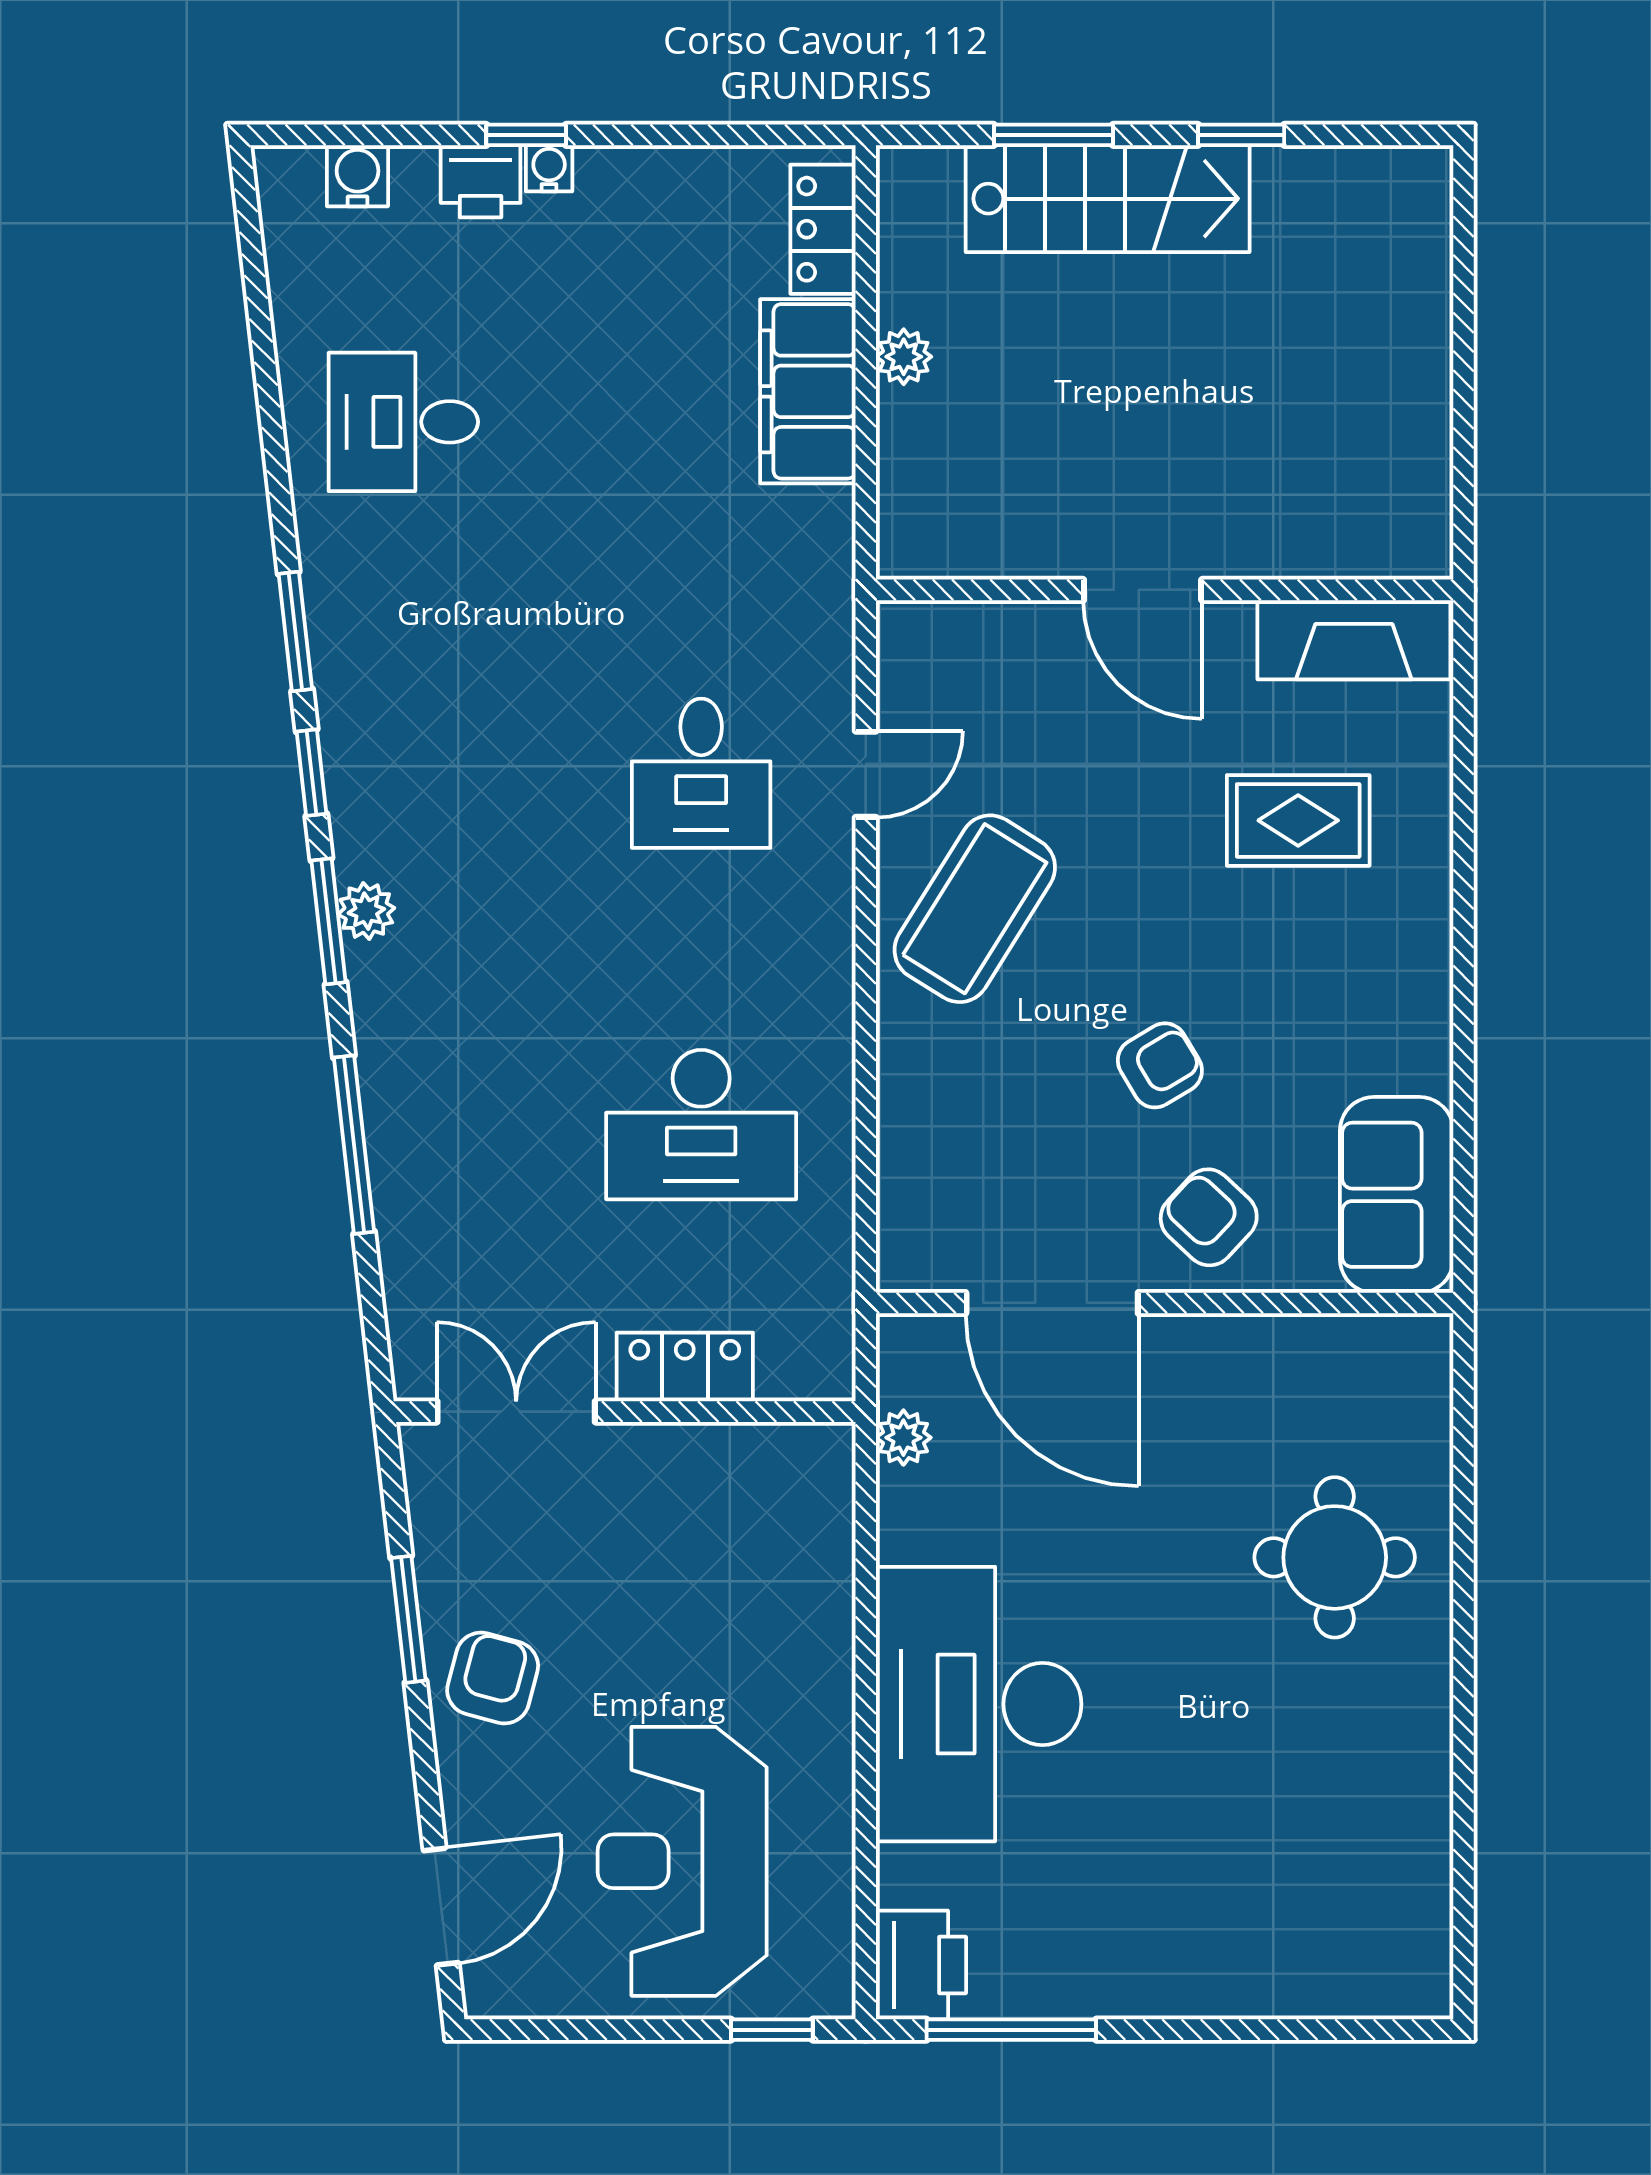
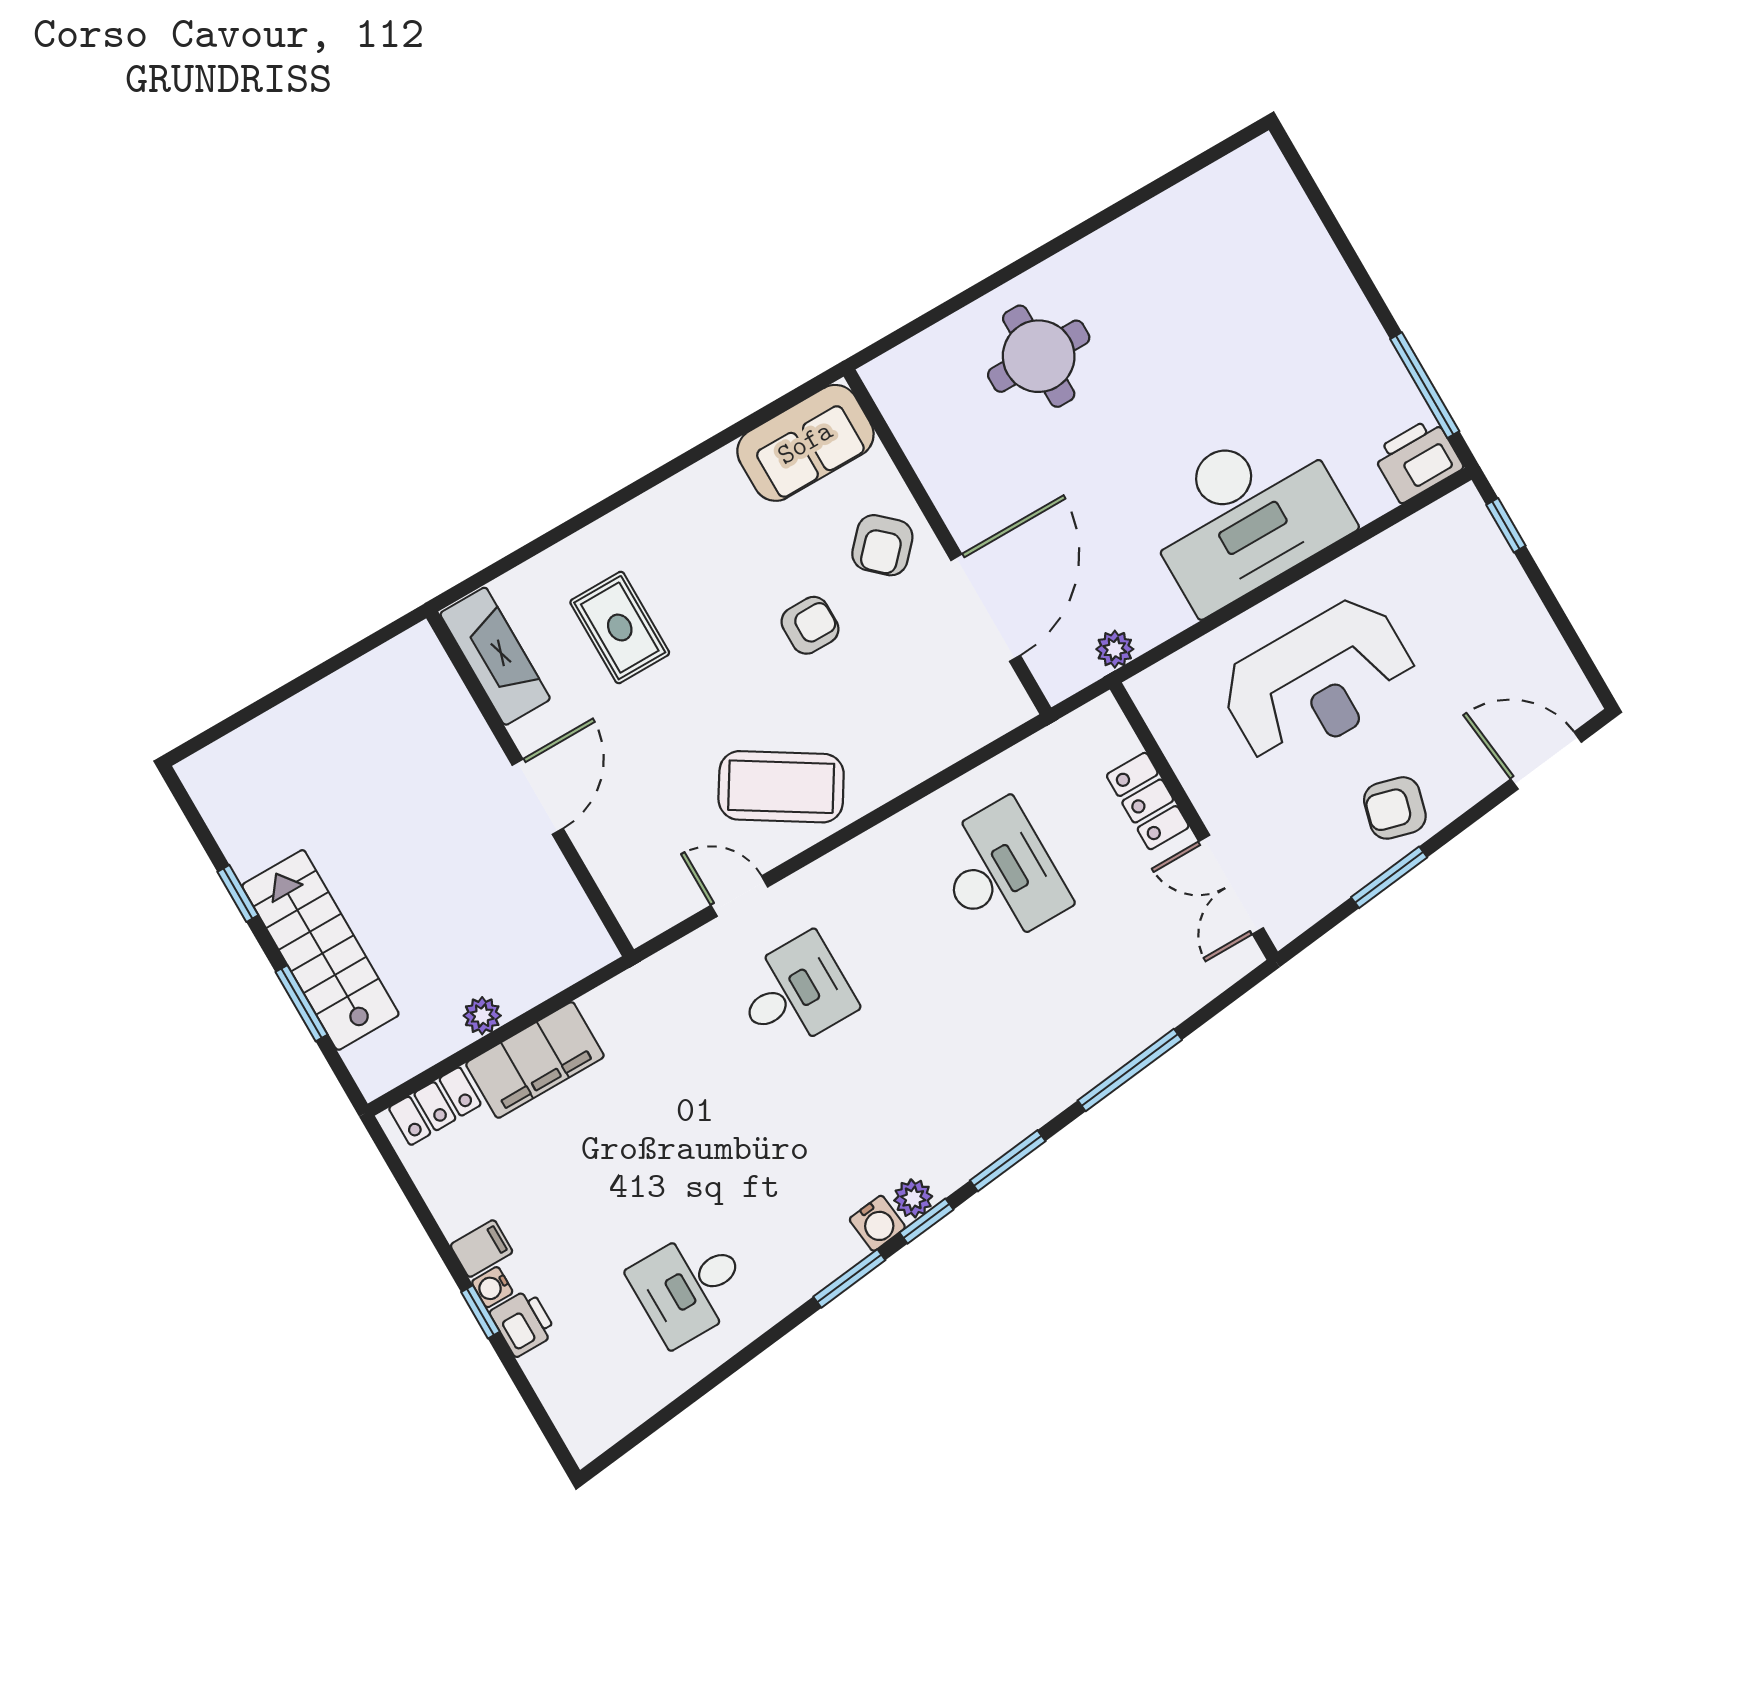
water cooler: (357, 176) -> (877, 1223), moved, turned -97
filing cabinet: (606, 183) -> (482, 1249), added
desk: (403, 422) -> (690, 1286), turned 90
plant: (366, 911) -> (913, 1198), moved
armchair: (1160, 1065) -> (810, 625), turned 121
reception desk: (682, 1861) -> (1318, 682), moved

